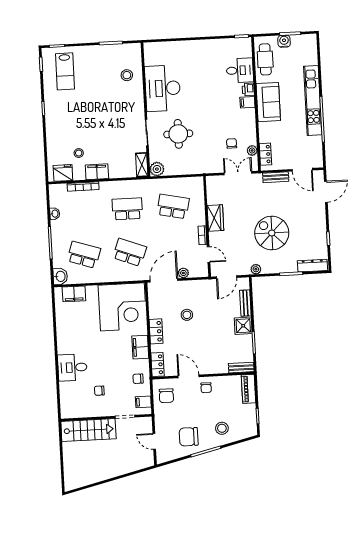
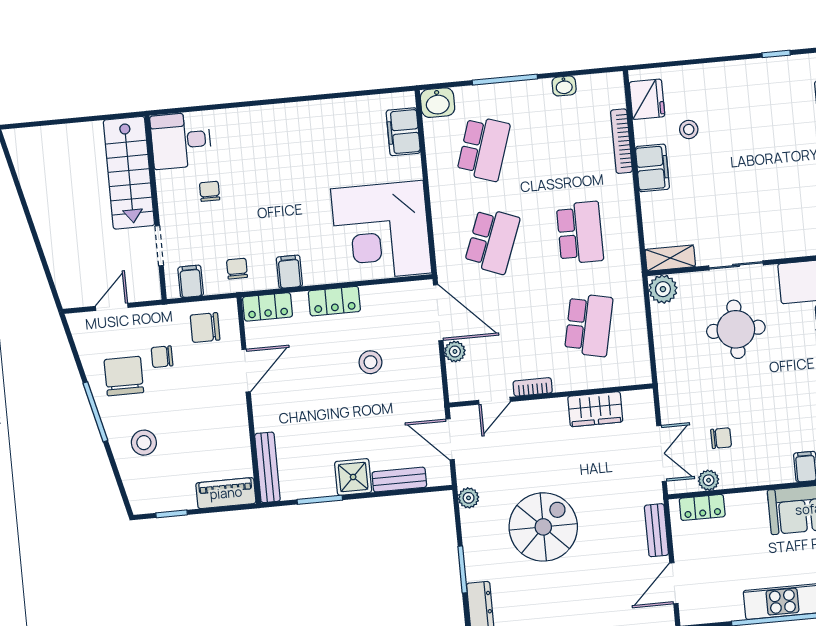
wardrobe: (215, 218) -> (595, 409), moved
filing cabinet: (140, 347) -> (289, 272), width x0.50
desk: (72, 367) -> (181, 140), moved, turned -90
bench: (241, 368) -> (267, 467), width x1.36
chair: (206, 388) -> (162, 357), moved

